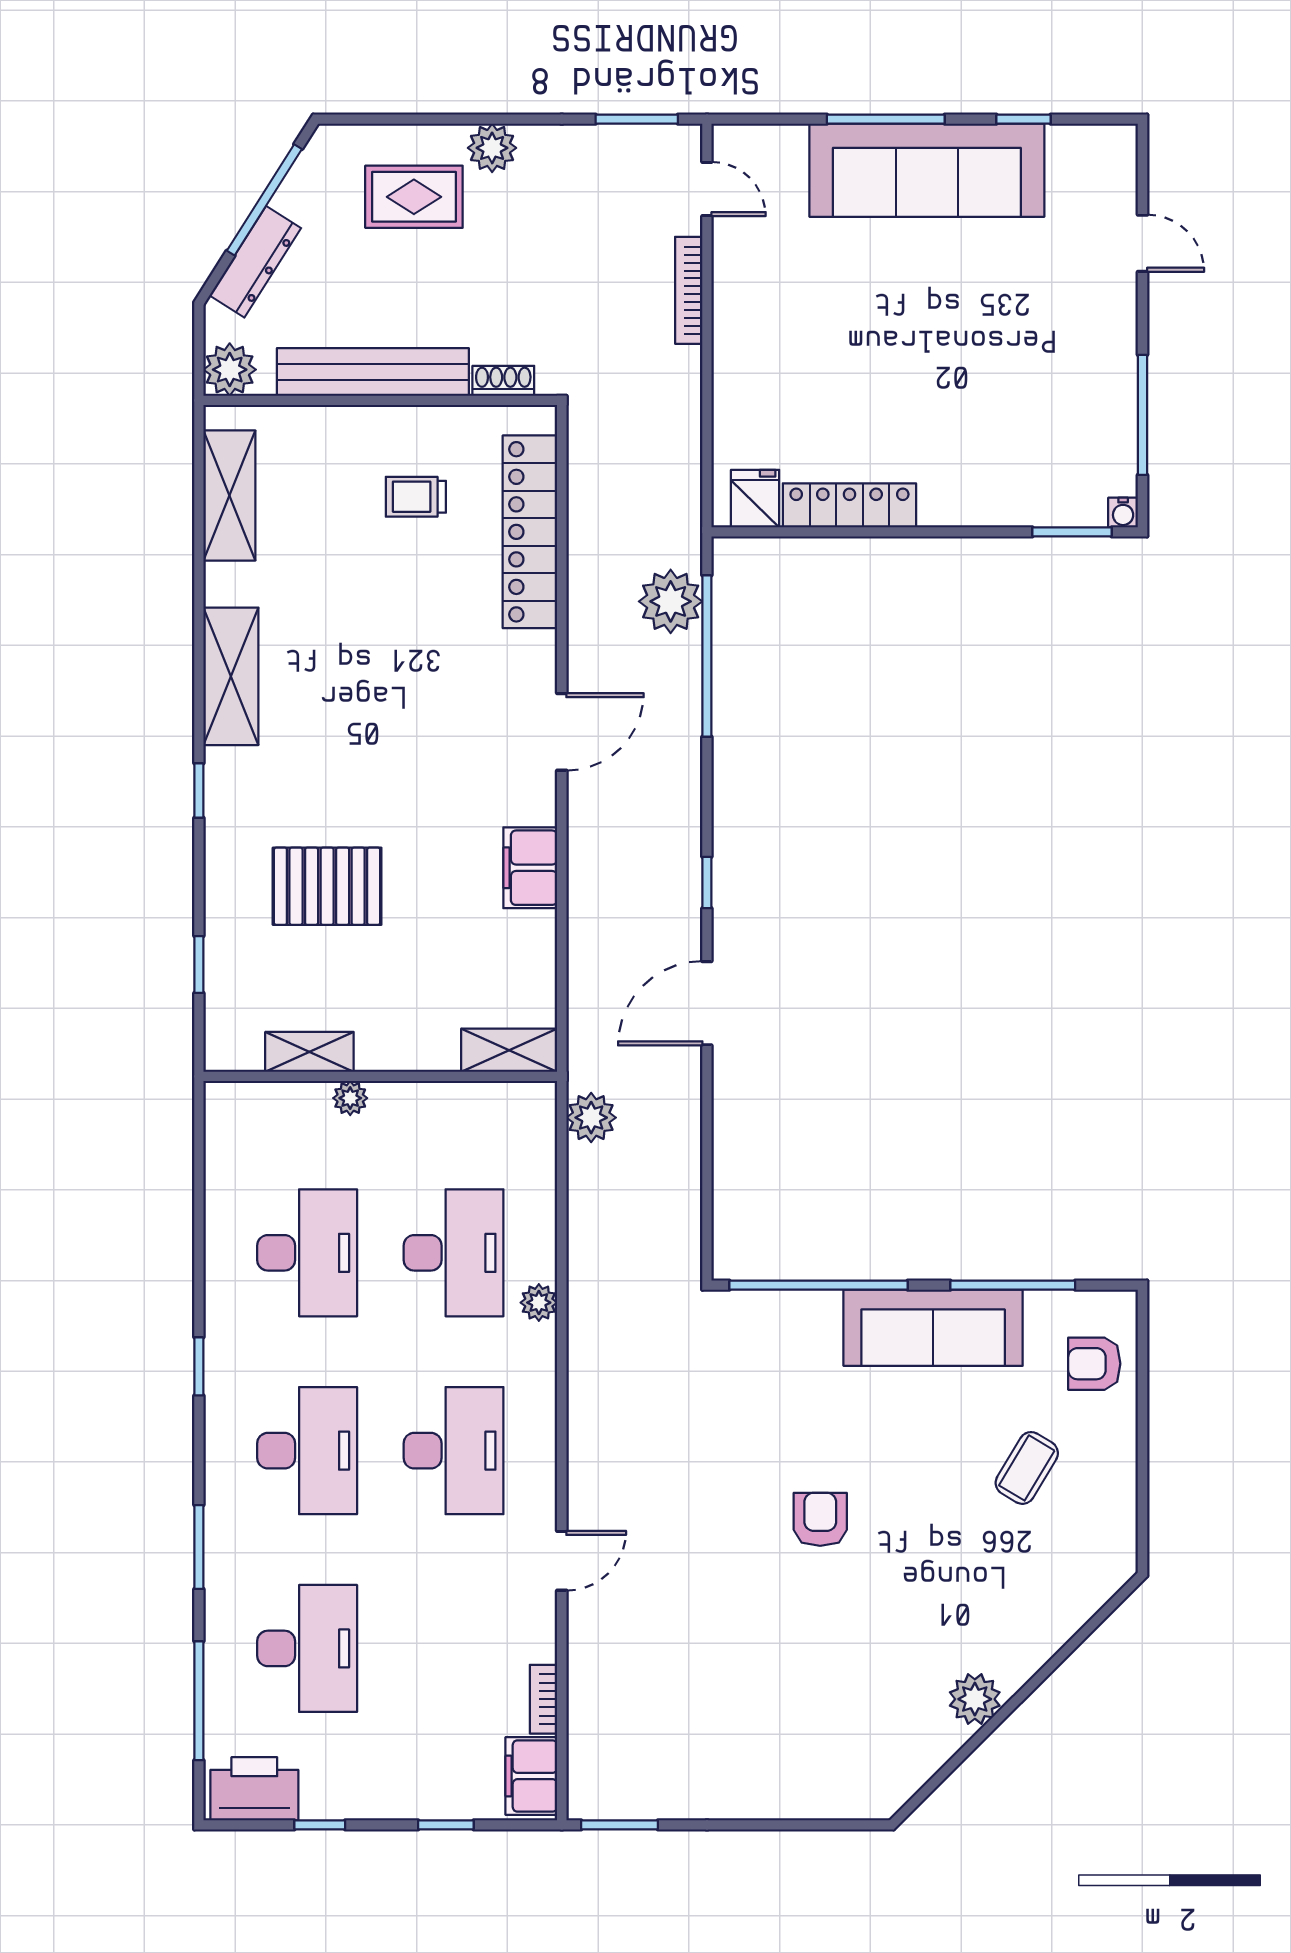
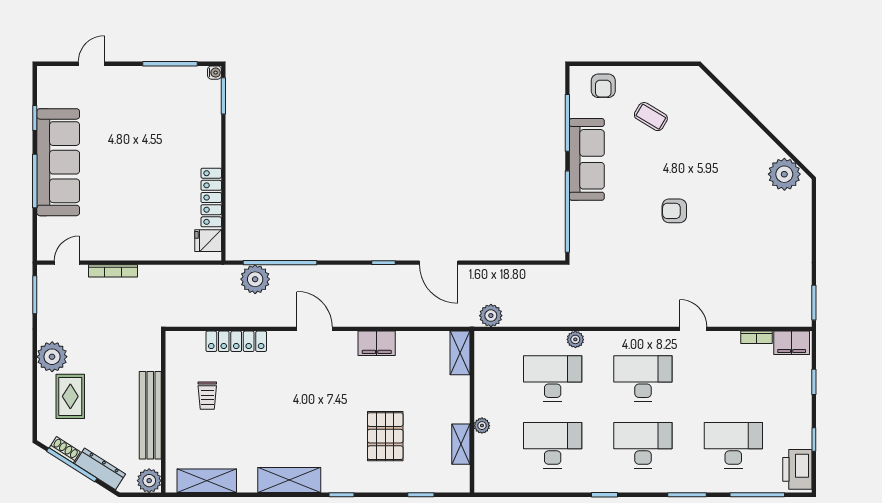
plant: (492, 148) -> (52, 357), width x1.36, depth x1.36
shoe rack: (503, 381) -> (65, 450), moved, turned 122
locker: (530, 532) -> (236, 341), width x0.71, depth x0.83
plant: (975, 1699) -> (784, 174), moved, width x1.36, depth x1.36

